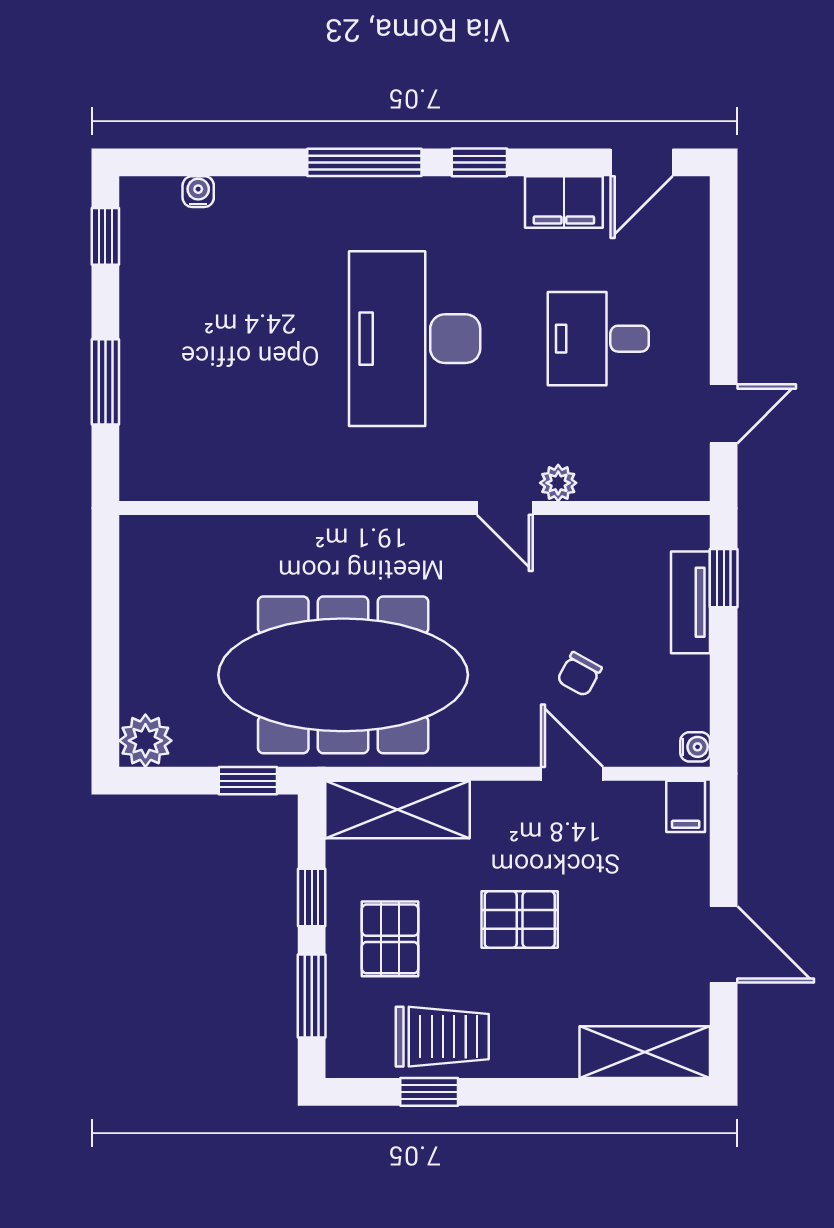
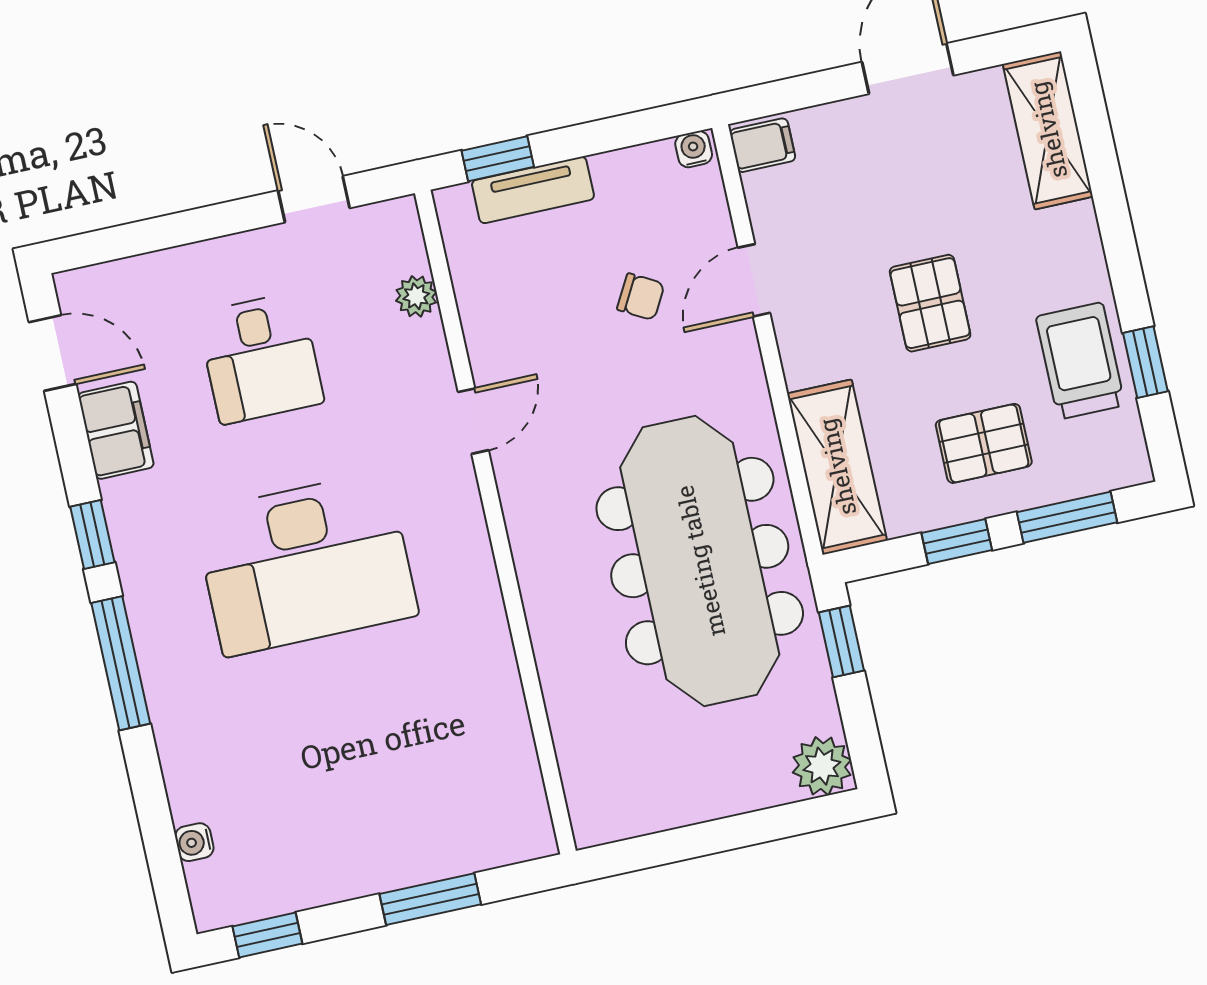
plant: (558, 483) -> (416, 296), moved

